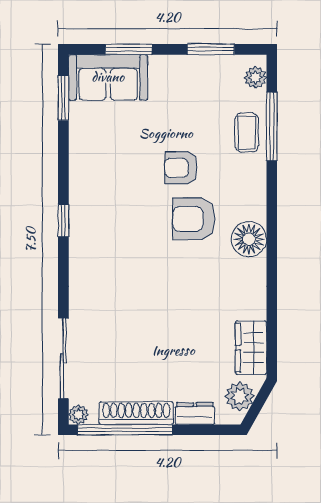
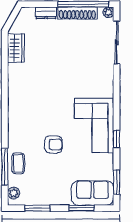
corner sofa: (105, 204) -> (94, 125), added
armchair: (194, 219) -> (47, 117), removed
window: (63, 220) -> (117, 139), moved
floor lamp: (249, 239) -> (17, 106), removed
plant: (240, 396) -> (22, 22), removed

